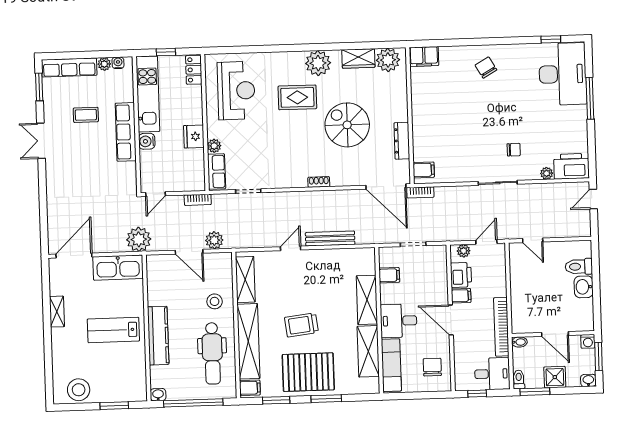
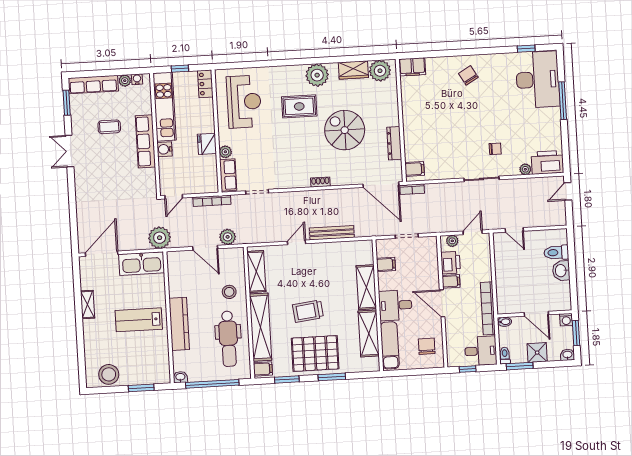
bookcase: (198, 200) -> (212, 201), width x1.56

